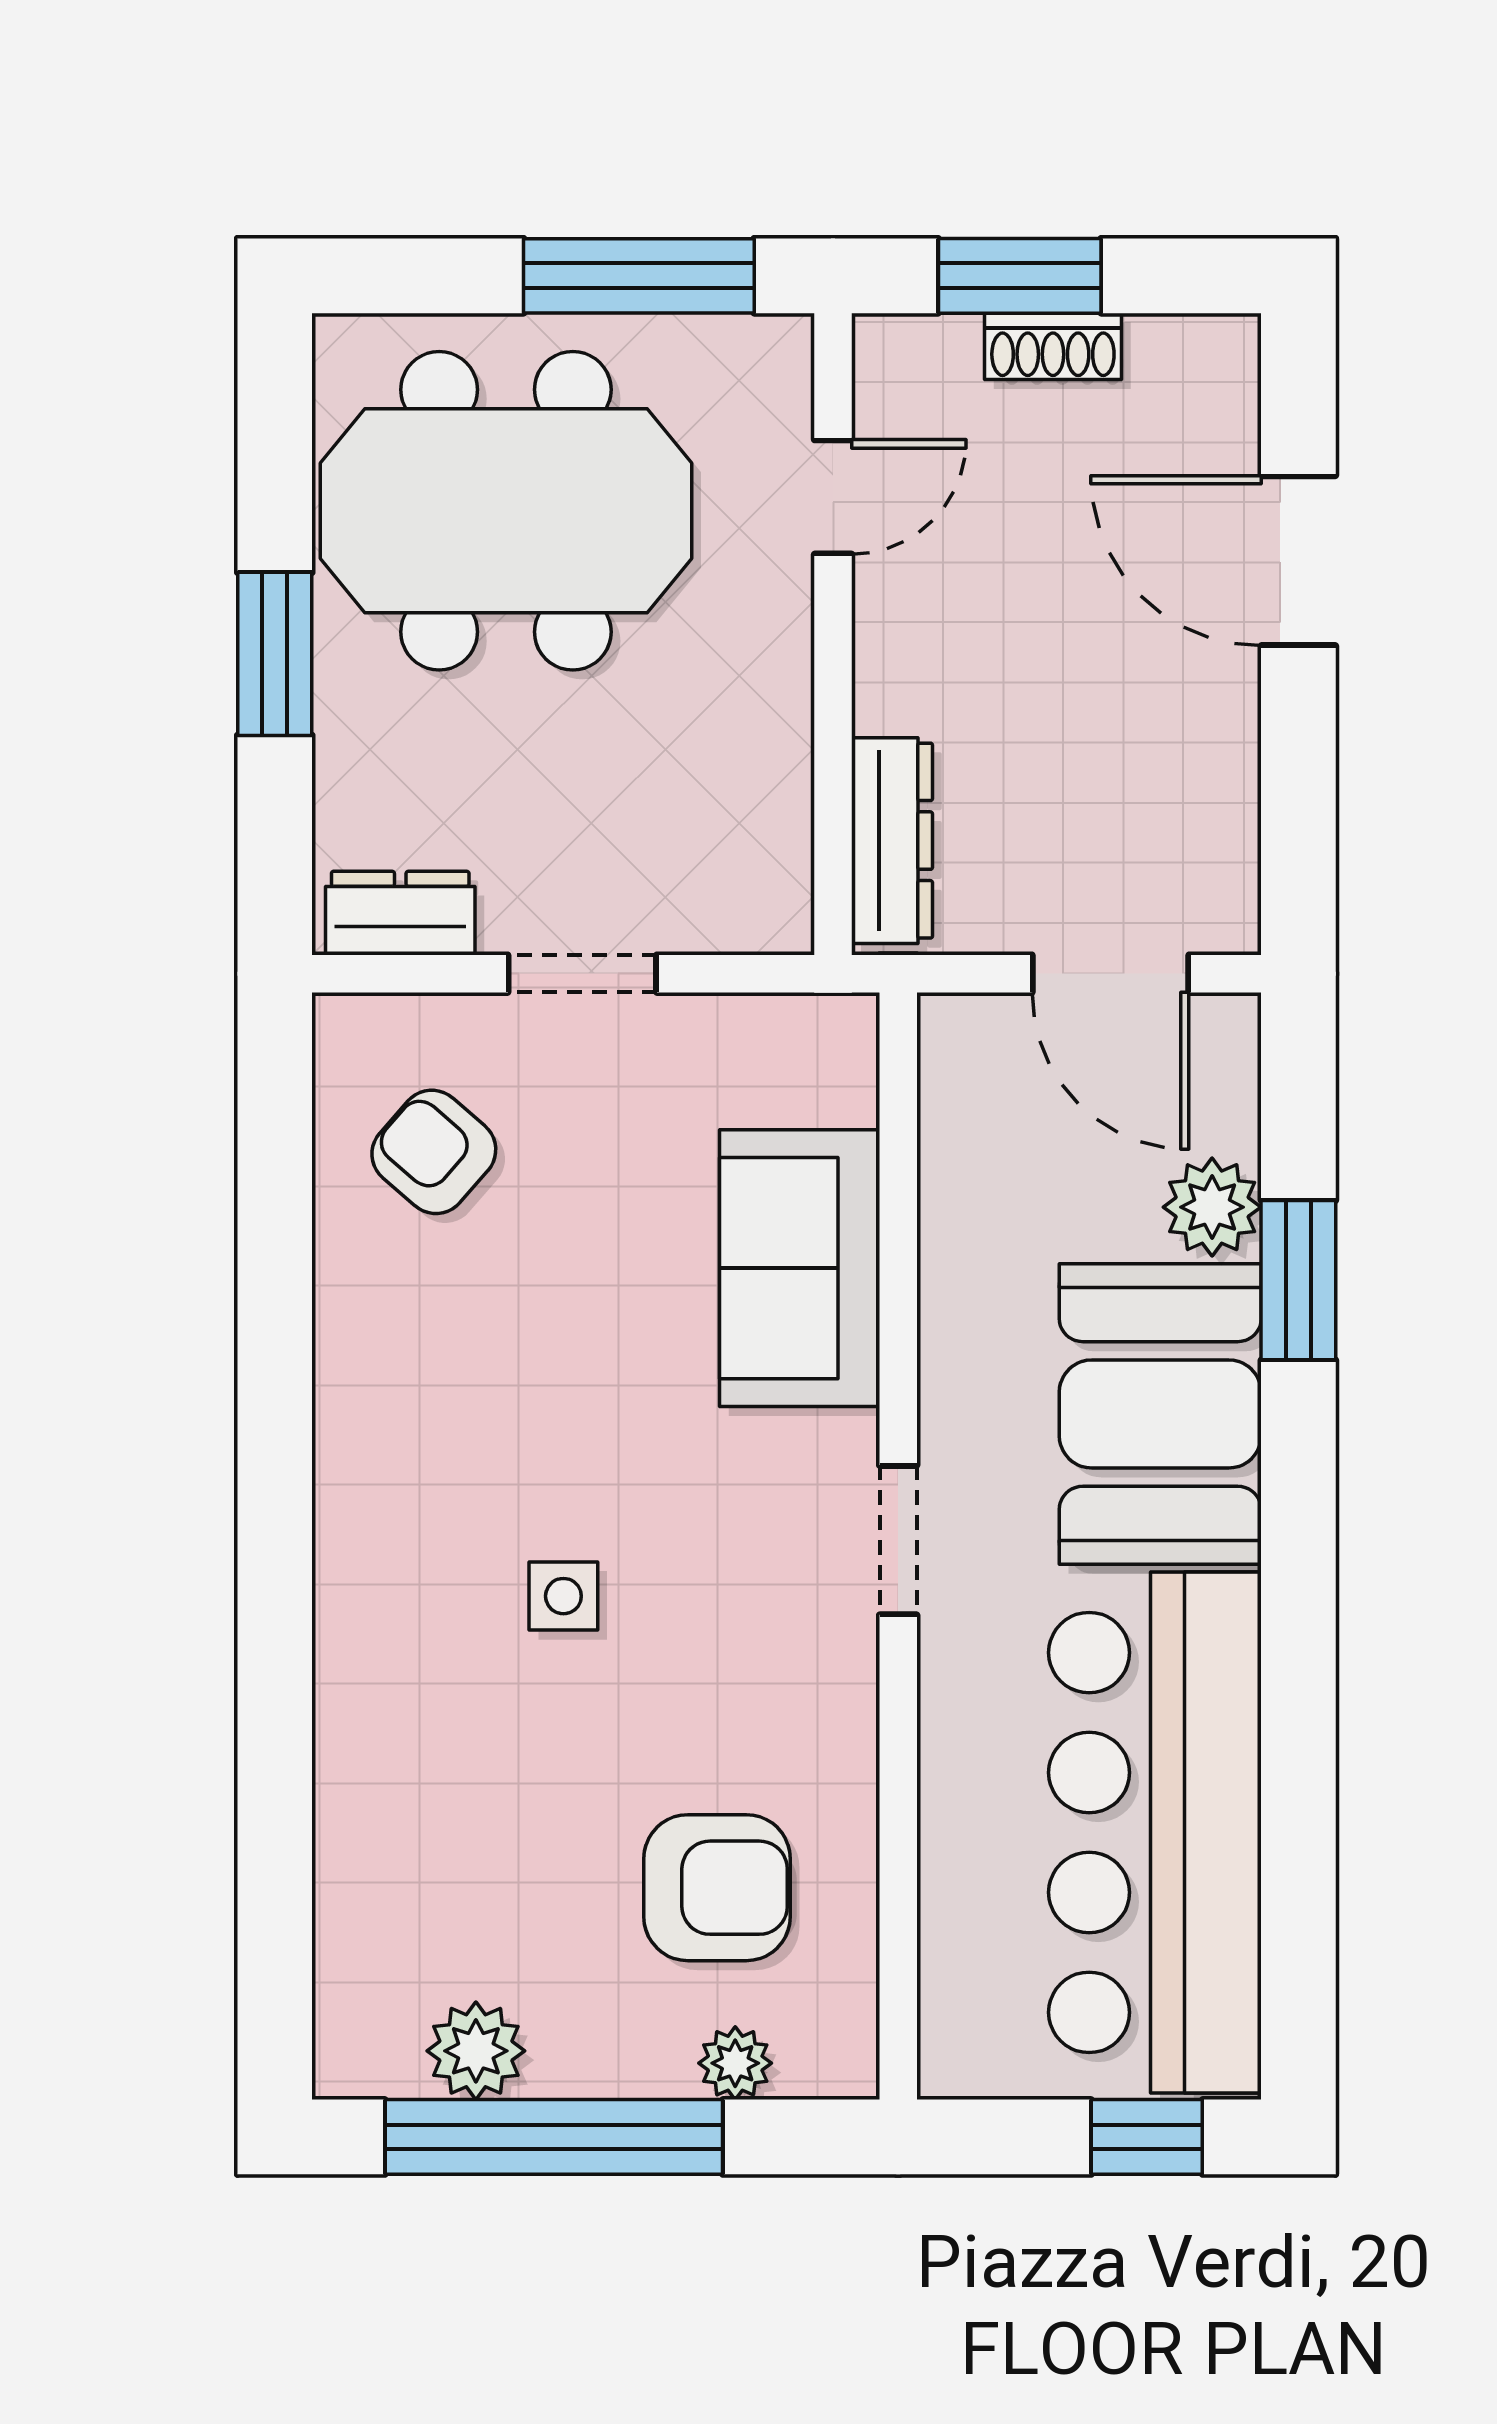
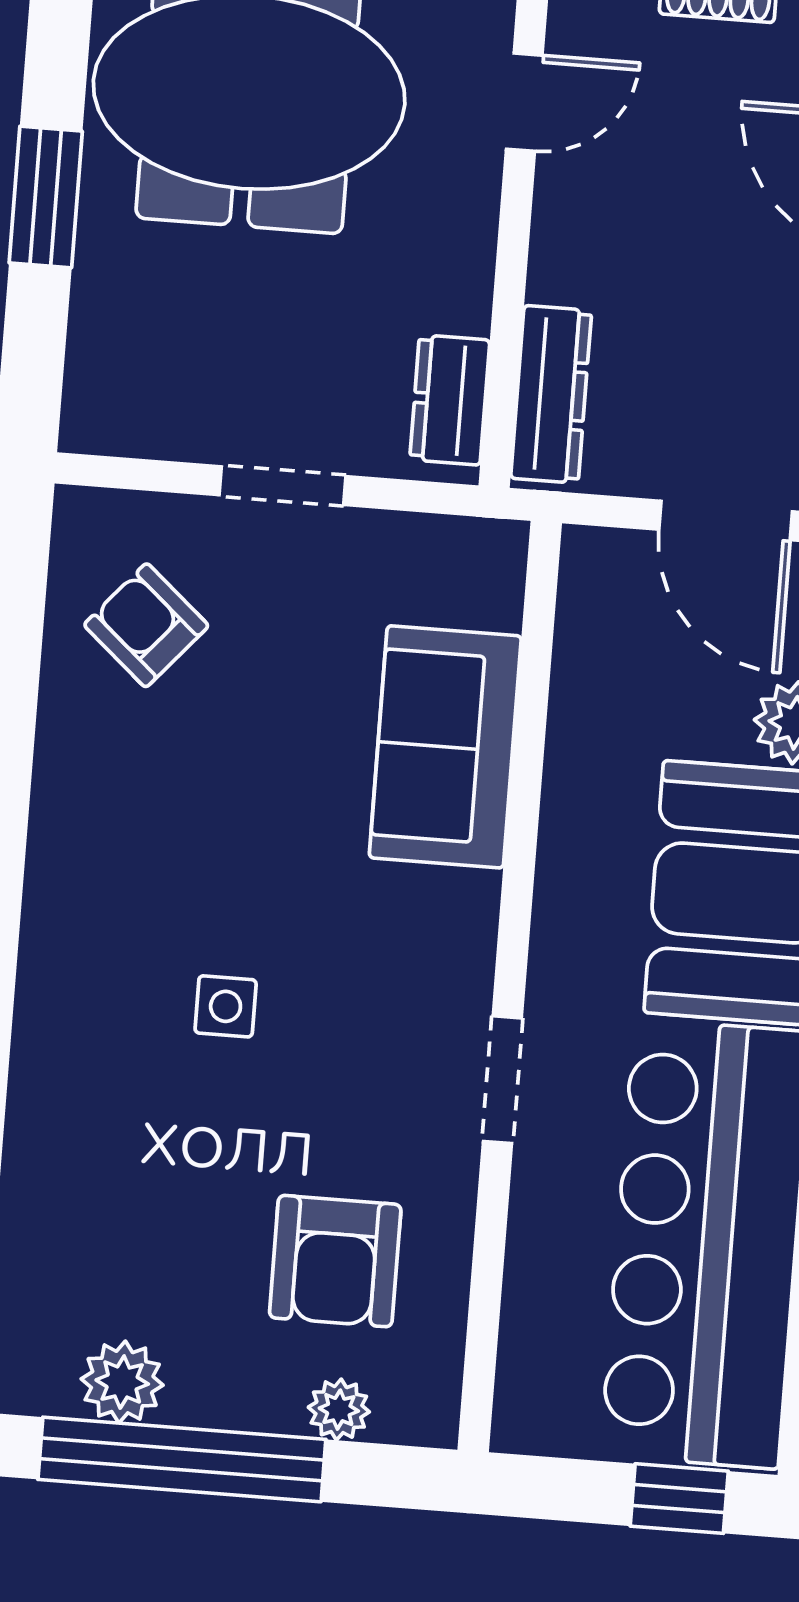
dresser: (400, 913) -> (450, 400), moved, turned -90
doorway: (898, 1540) -> (502, 1080), moved
armchair: (717, 1888) -> (335, 1261), turned 90

